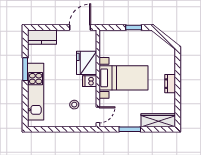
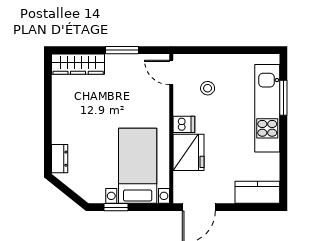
window: (25, 69) -> (283, 98), moved
bed with nightstands: (123, 78) -> (138, 166), moved, turned 90
dresser: (170, 84) -> (60, 159), moved
door: (98, 115) -> (171, 72), hinge flipped

